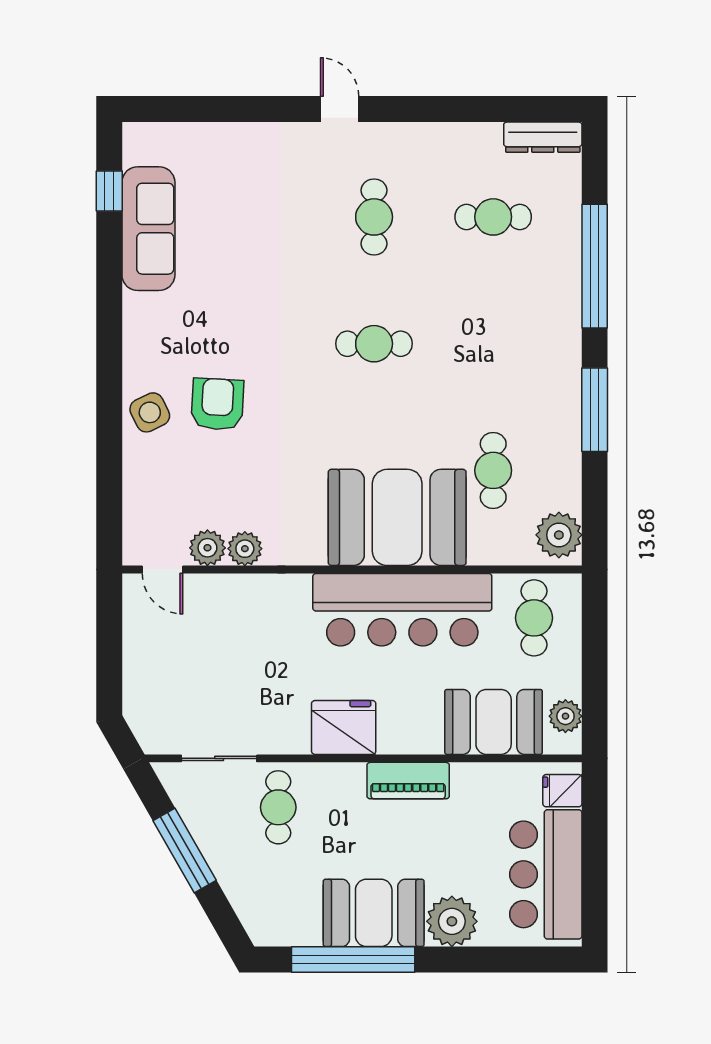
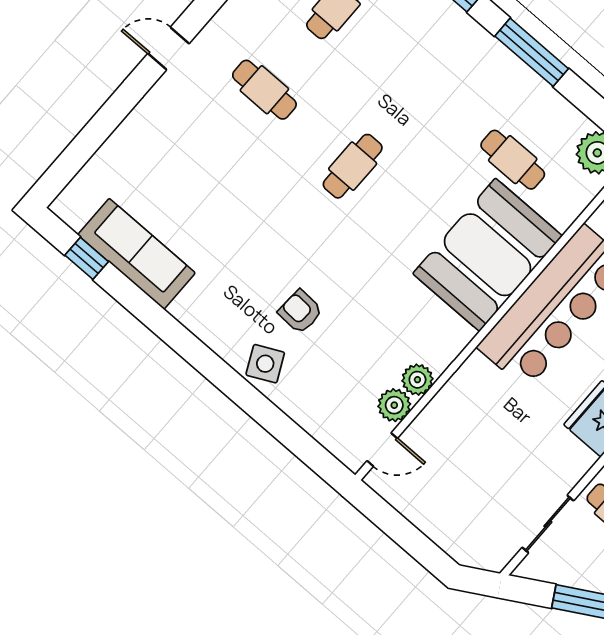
armchair: (217, 404) -> (300, 312), width x0.72, depth x0.72

